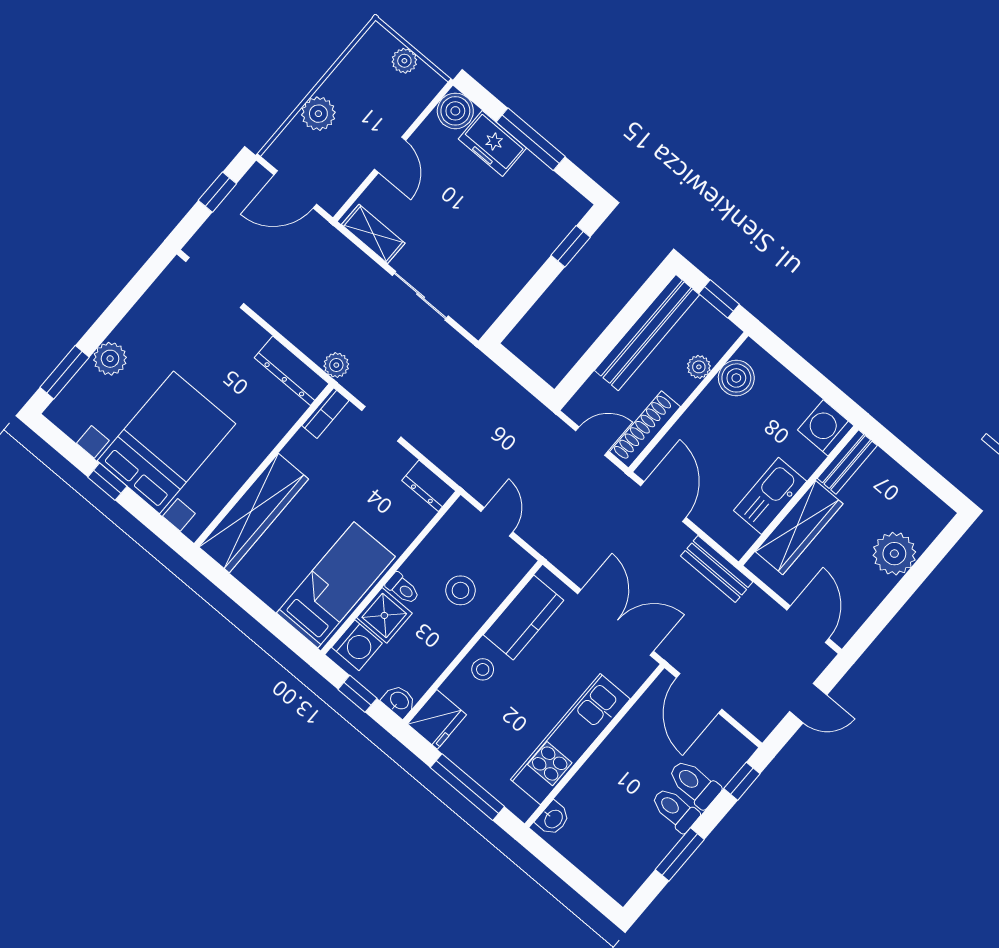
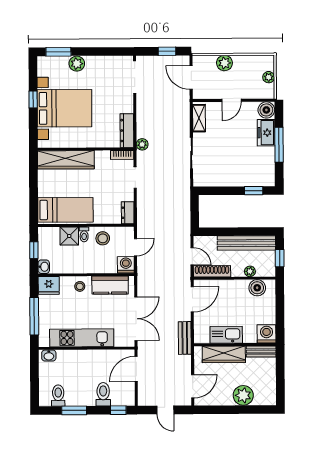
stool: (461, 590) -> (103, 238), moved
washing machine: (357, 645) -> (126, 265), moved, turned 180
toilet: (675, 810) -> (58, 396), moved

